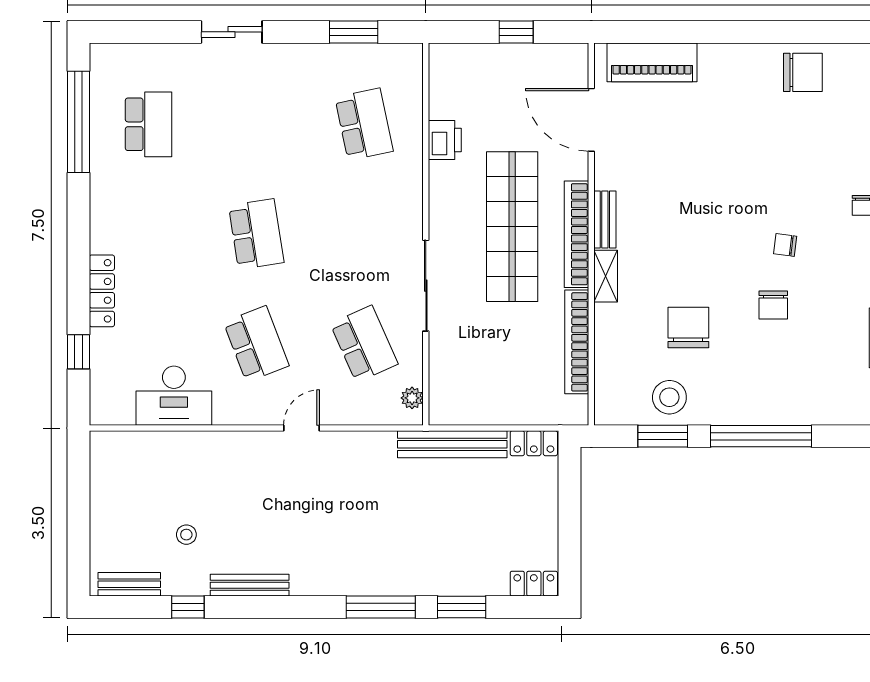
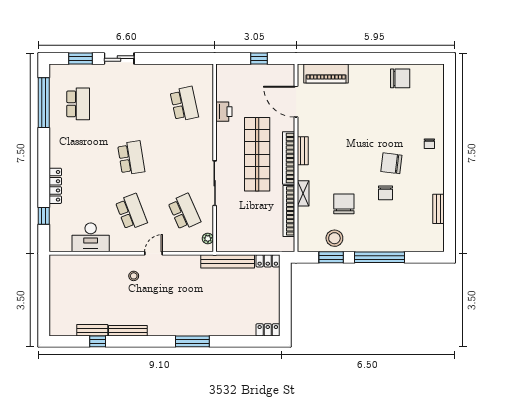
window: (354, 32) -> (81, 58), moved
chair: (785, 245) -> (391, 163), width x1.87, depth x1.87
shelving: (606, 276) -> (303, 193), moved
stool: (186, 535) -> (134, 276), moved
bench: (129, 584) -> (92, 330), moved
window: (462, 607) -> (232, 341), removed

